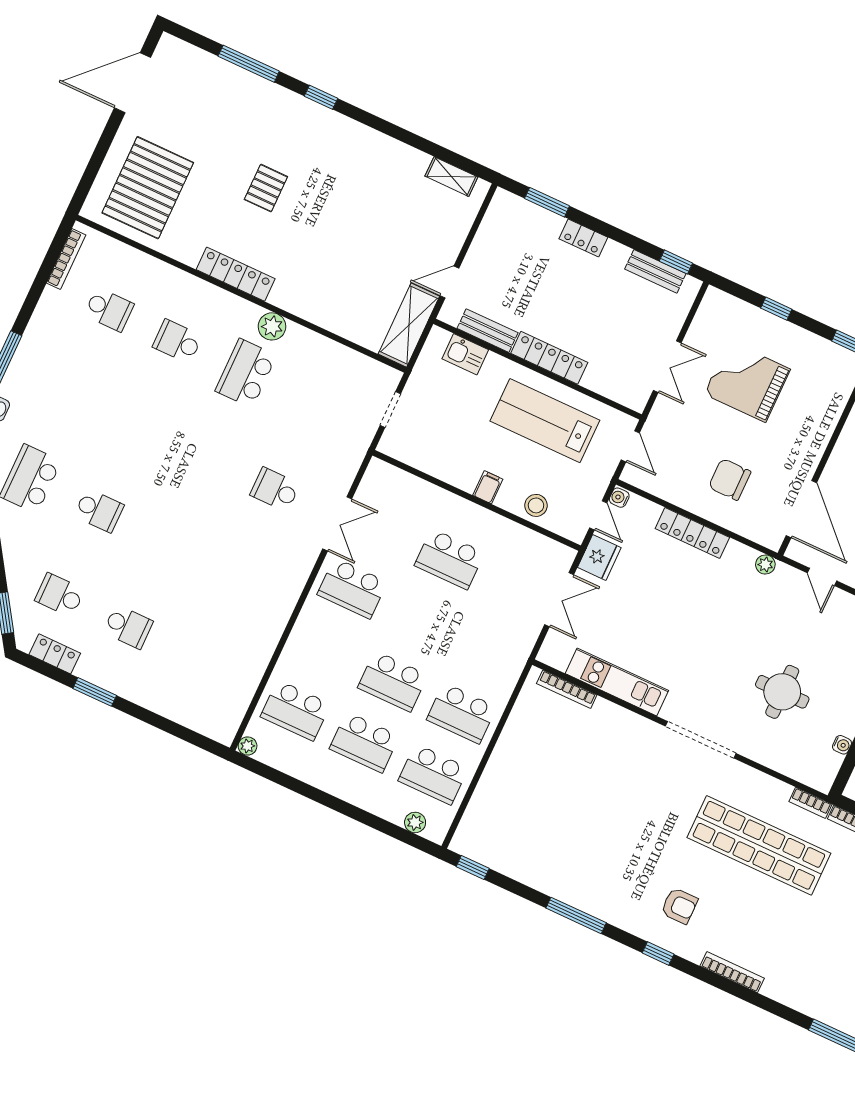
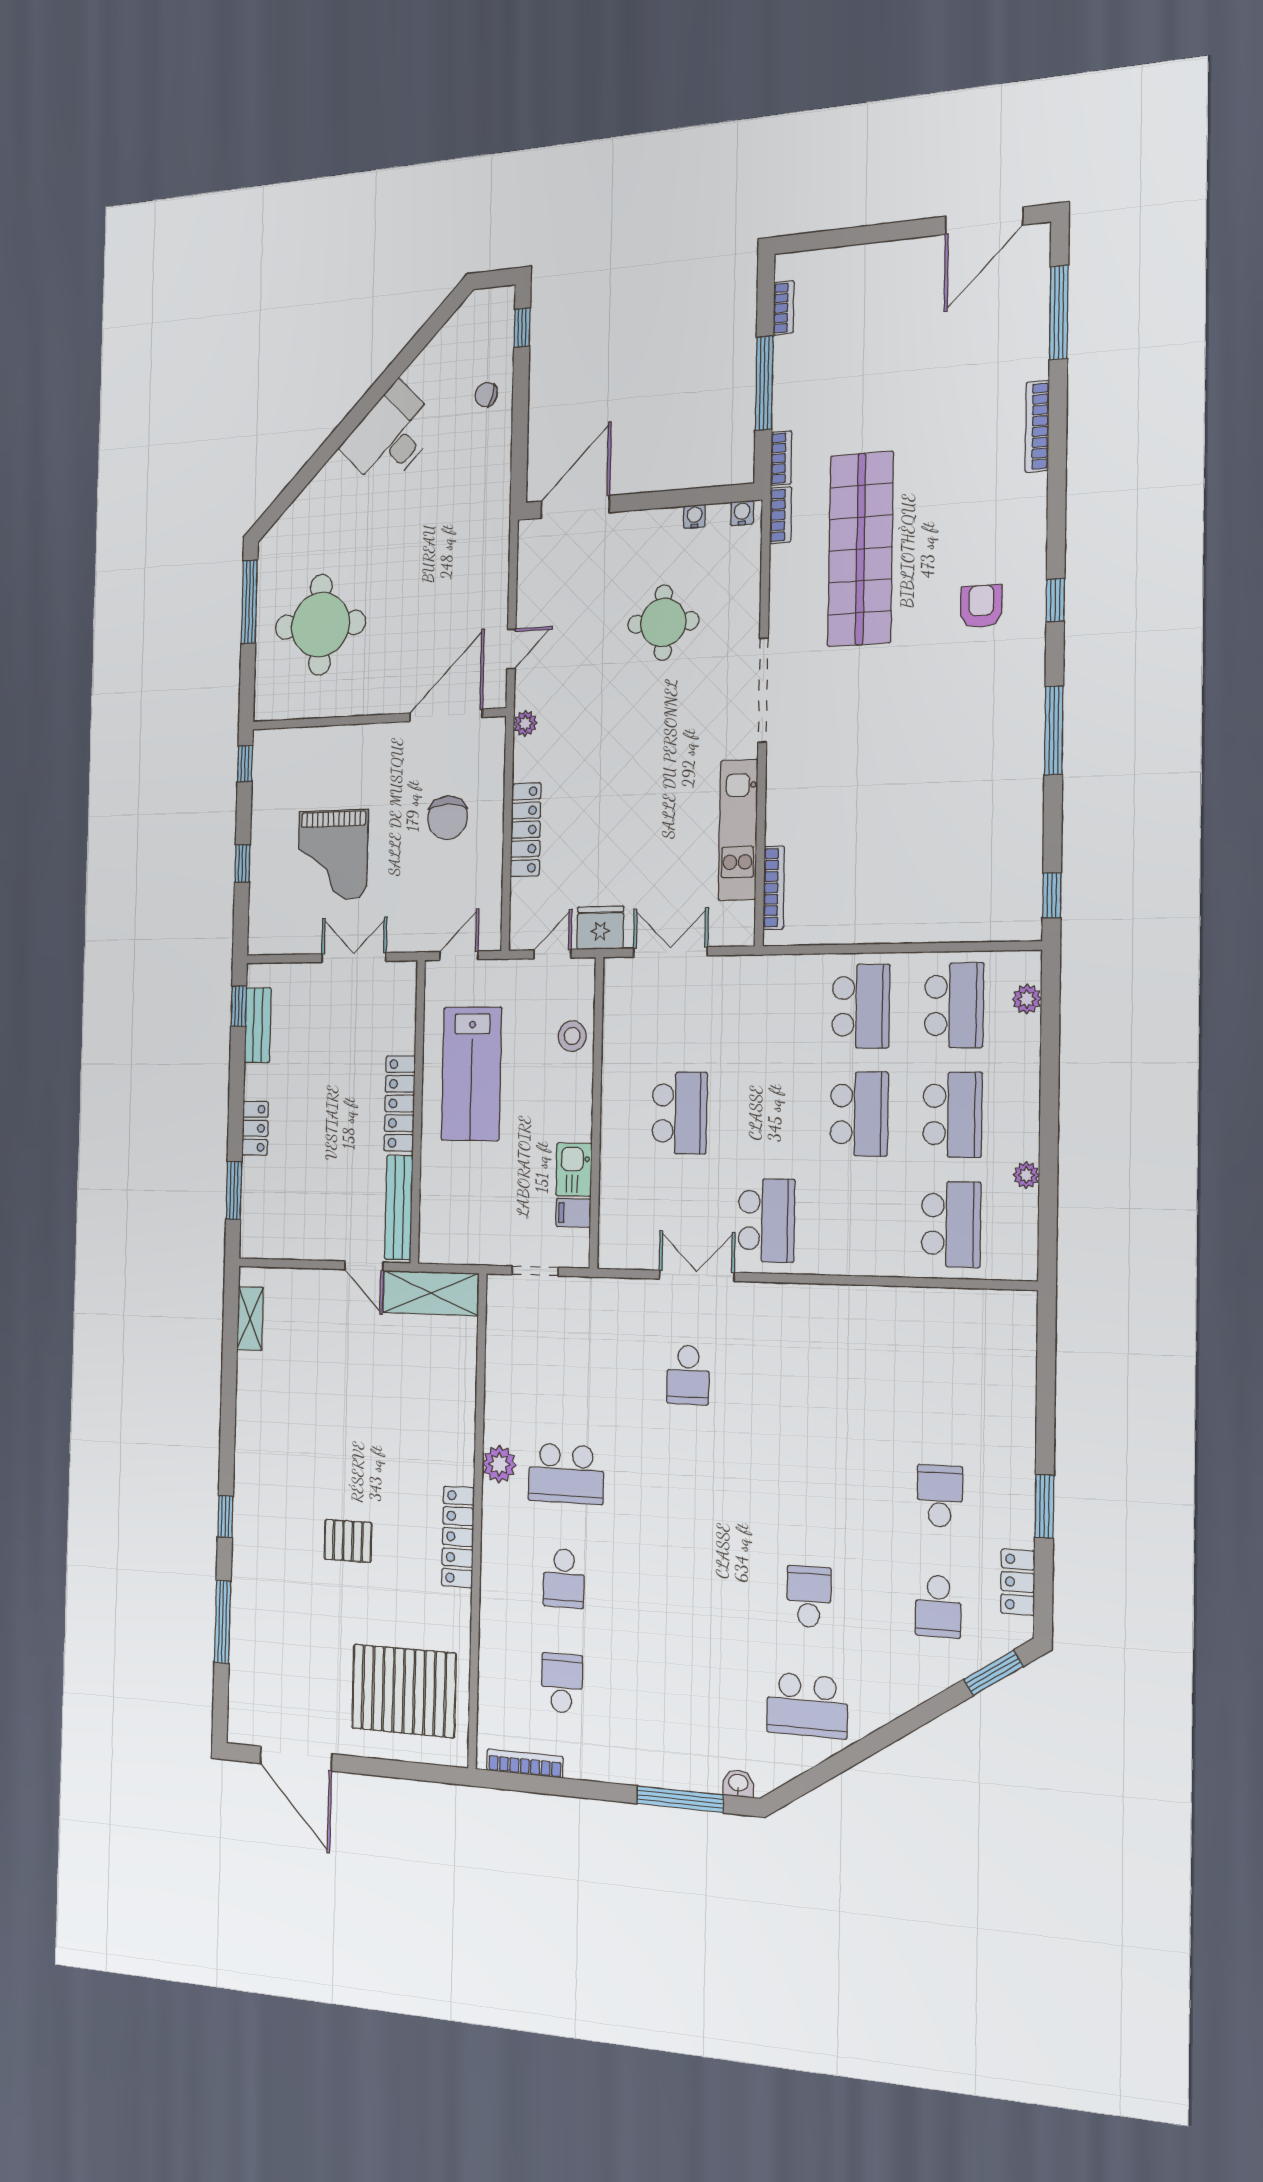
bench: (488, 331) -> (399, 1207), width x1.36
kitchen sink: (465, 354) -> (574, 1170), moved, turned 180
filing cabinet: (488, 487) -> (573, 1213), moved
water cooler: (619, 498) -> (742, 513), moved, turned 180
plant: (248, 746) -> (1026, 1175), moved
bookcase: (732, 972) -> (1037, 426), moved

